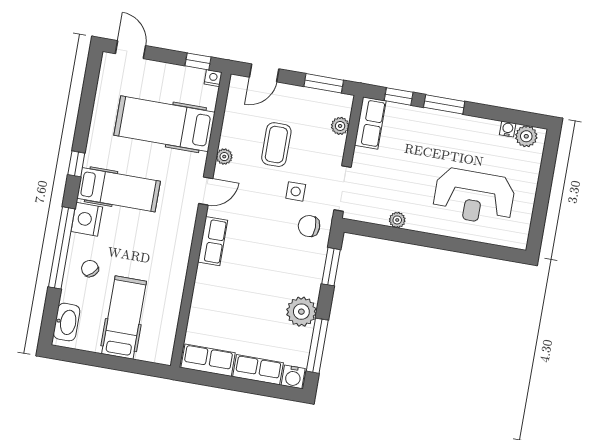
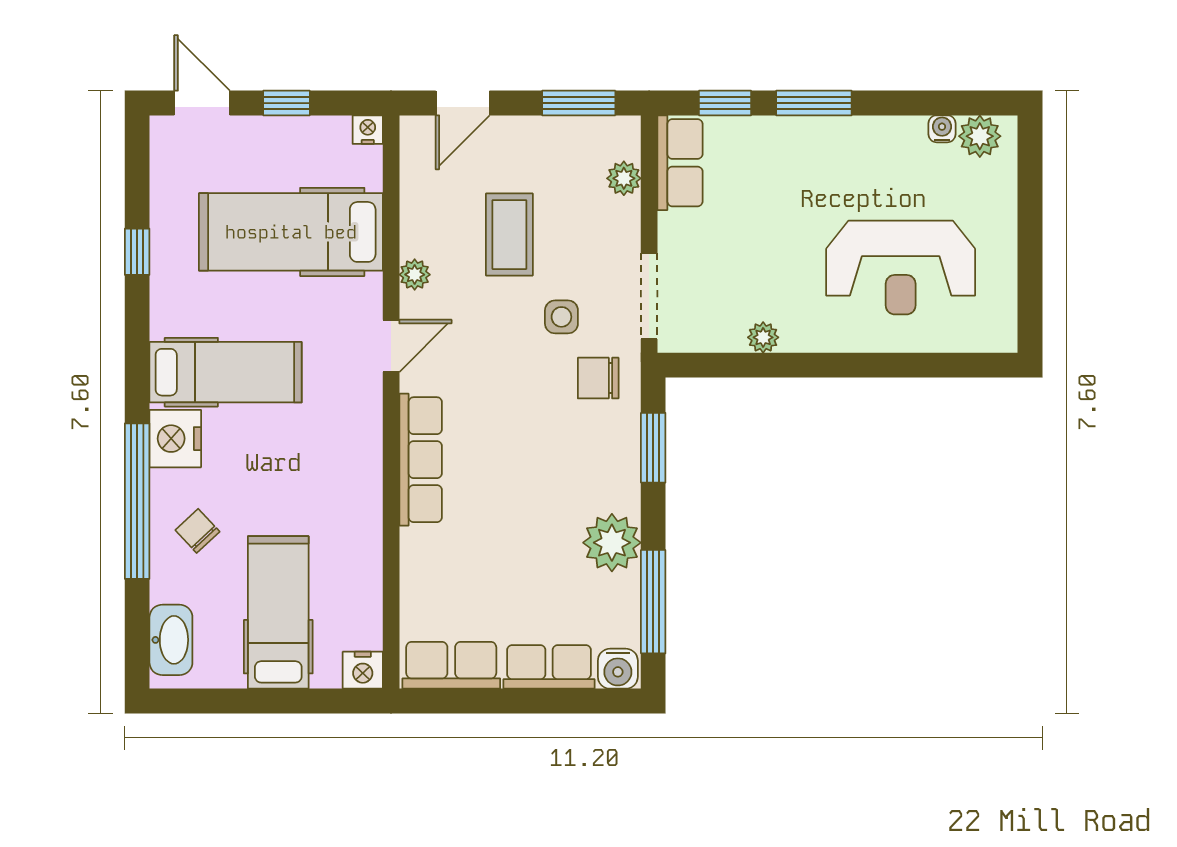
window: (198, 61) -> (286, 103), moved
window: (76, 164) -> (137, 252), moved
row of seats: (213, 241) -> (421, 460), width x1.48
nightstand: (162, 355) -> (363, 670), added

